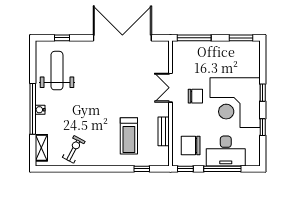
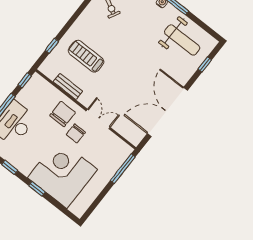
double door: (122, 38) -> (167, 112), swing flipped
window: (241, 38) -> (94, 206), removed
corner desk: (235, 103) -> (62, 174), moved
chair: (191, 146) -> (62, 114), moved

